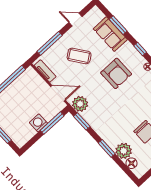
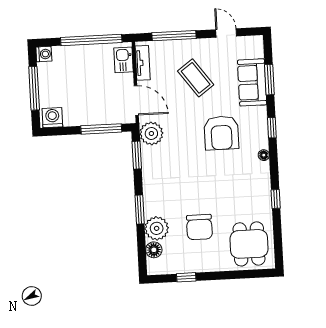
kitchen sink: (34, 78) -> (123, 60), added
washing machine: (38, 123) -> (52, 118), moved

